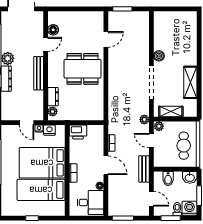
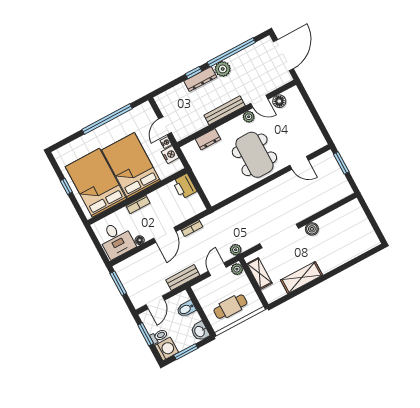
plant: (53, 111) -> (249, 117), moved
bed: (41, 190) -> (96, 183), width x1.50

